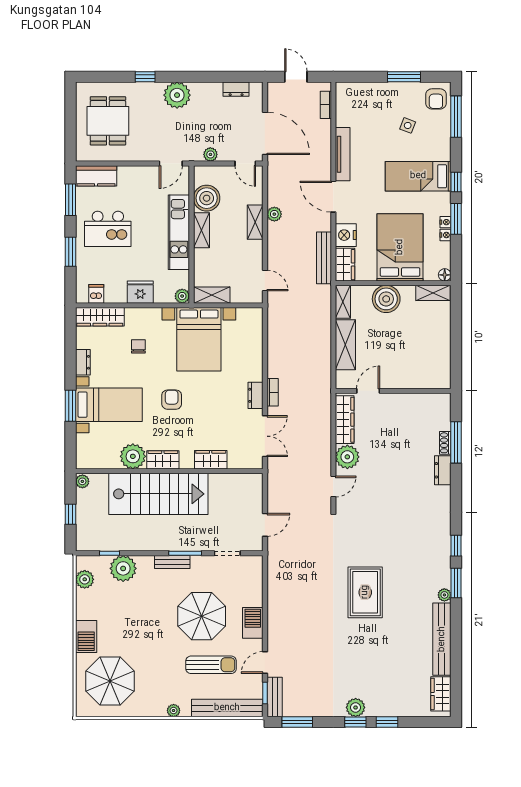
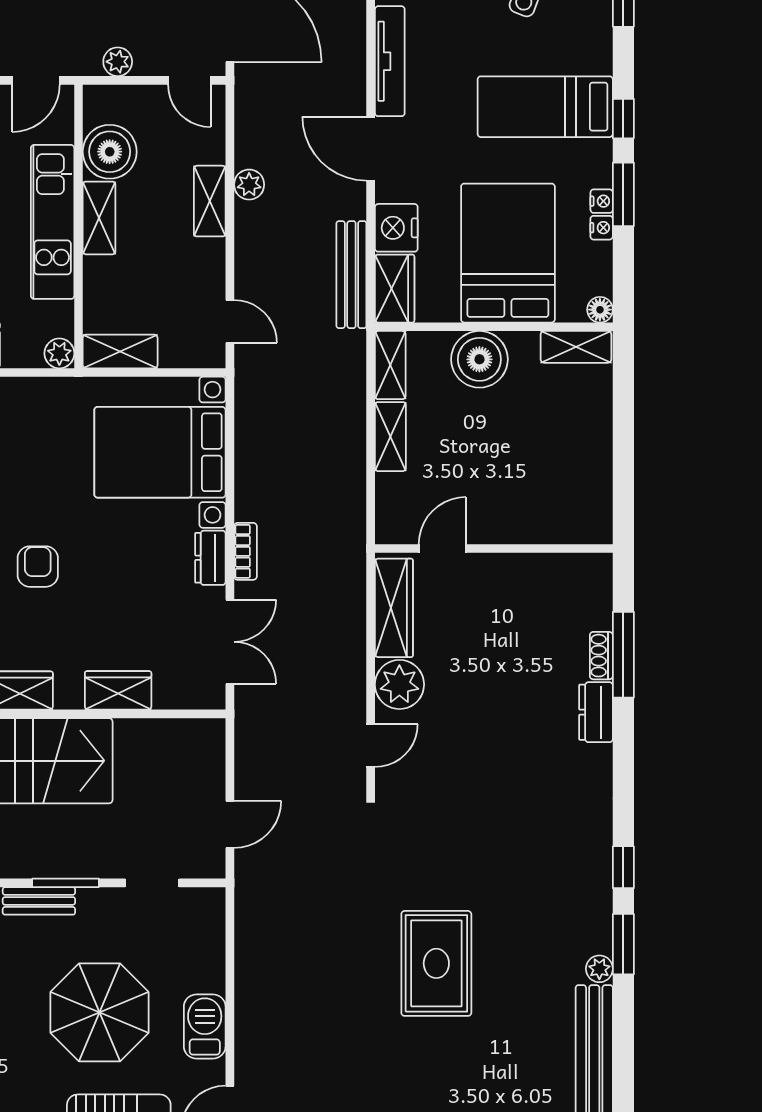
bed with nightstands: (199, 339) -> (160, 452), moved, turned 90
shelving: (345, 345) -> (390, 437), width x0.67, depth x0.75

